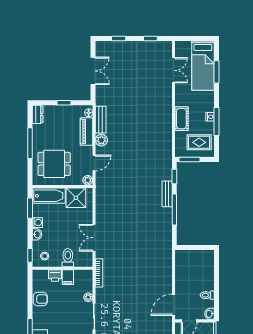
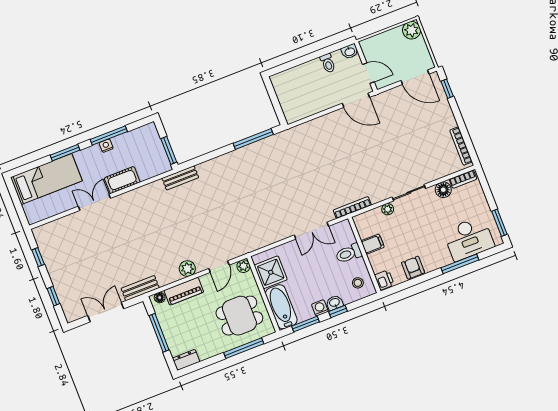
double door: (173, 70) -> (94, 202), moved
window: (216, 72) -> (65, 153), moved
window: (64, 103) -> (159, 333), width x2.17
bench: (101, 120) -> (140, 288), moved
rug: (199, 142) -> (143, 147), removed
window: (30, 143) -> (244, 348), moved
door: (94, 163) -> (219, 267), swing flipped
dining table: (54, 164) -> (239, 316), turned 90
window: (174, 177) -> (197, 161), removed
bench: (167, 194) -> (180, 178), moved
window: (174, 209) -> (253, 139), moved
window: (30, 255) -> (338, 311), moved
printer: (55, 276) -> (384, 280), moved

